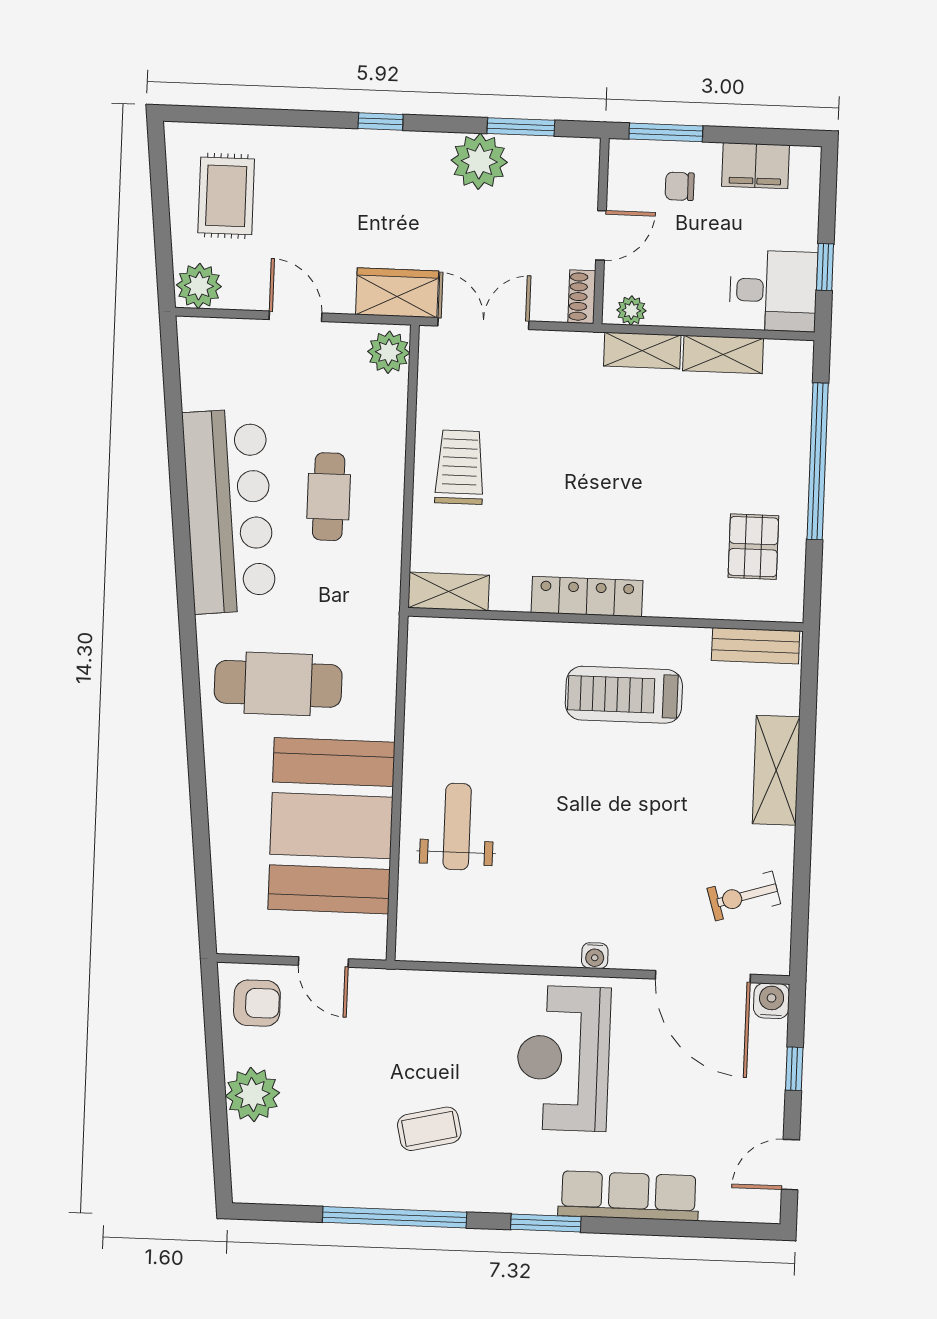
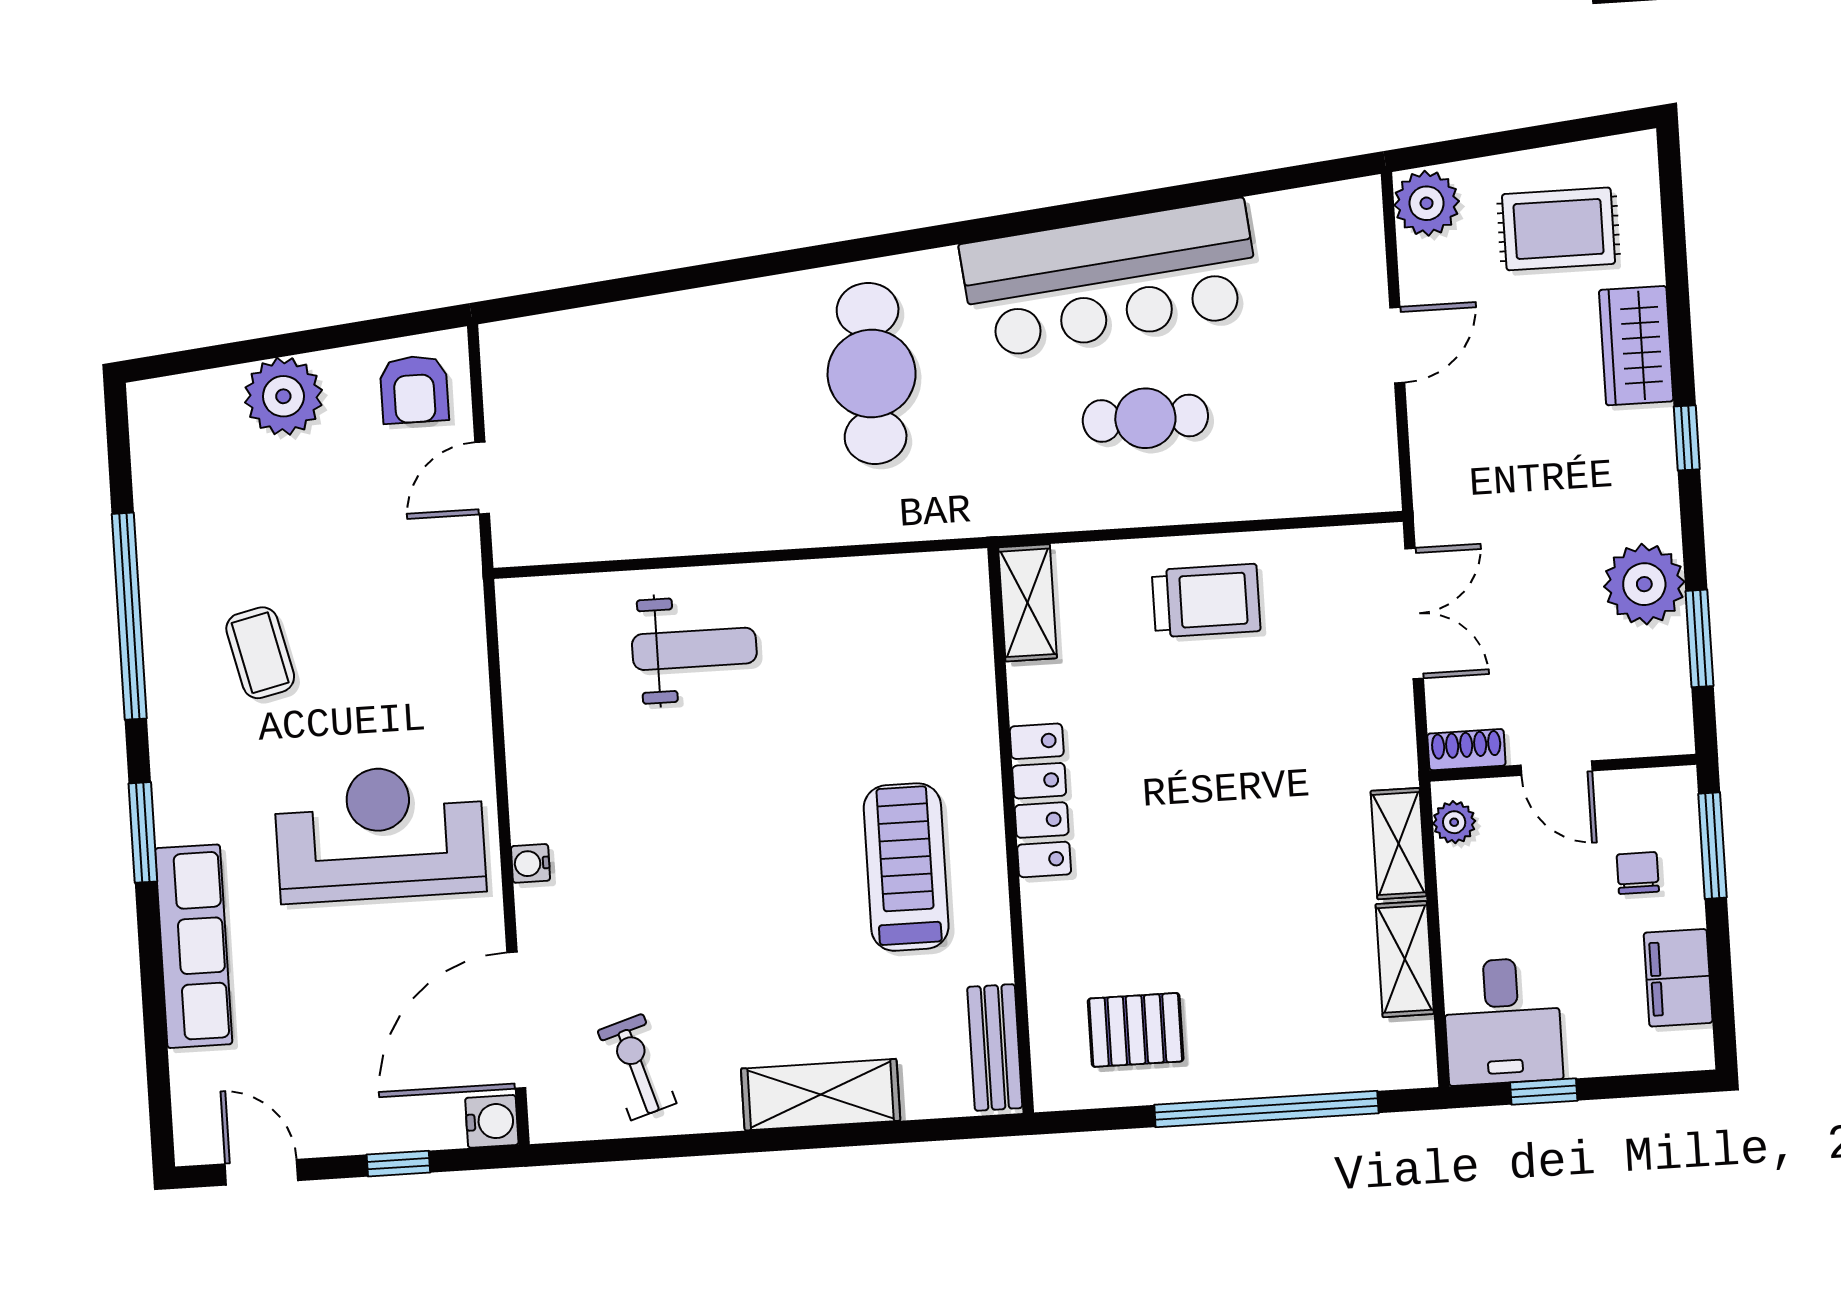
wardrobe: (397, 293) -> (1636, 346), moved, turned 180
plant: (389, 352) -> (1360, 483), removed
booth: (331, 826) -> (677, 470), removed

